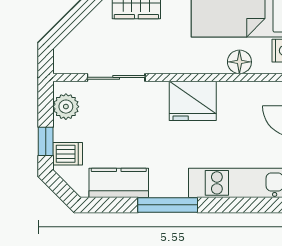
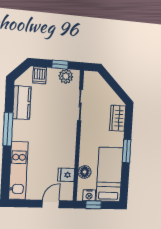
fridge: (193, 101) -> (66, 175), moved, width x0.53, depth x0.75
window: (46, 141) -> (60, 65), moved

